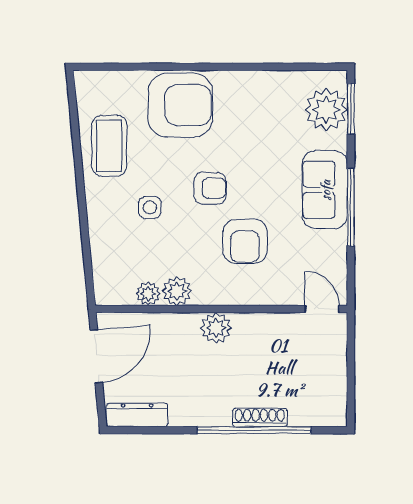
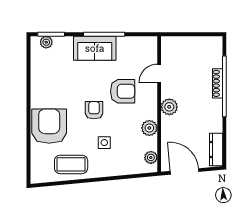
plant: (326, 110) -> (46, 42), width x0.53, depth x0.53
plant: (148, 294) -> (151, 157), moved
door: (322, 309) -> (159, 74), moved

